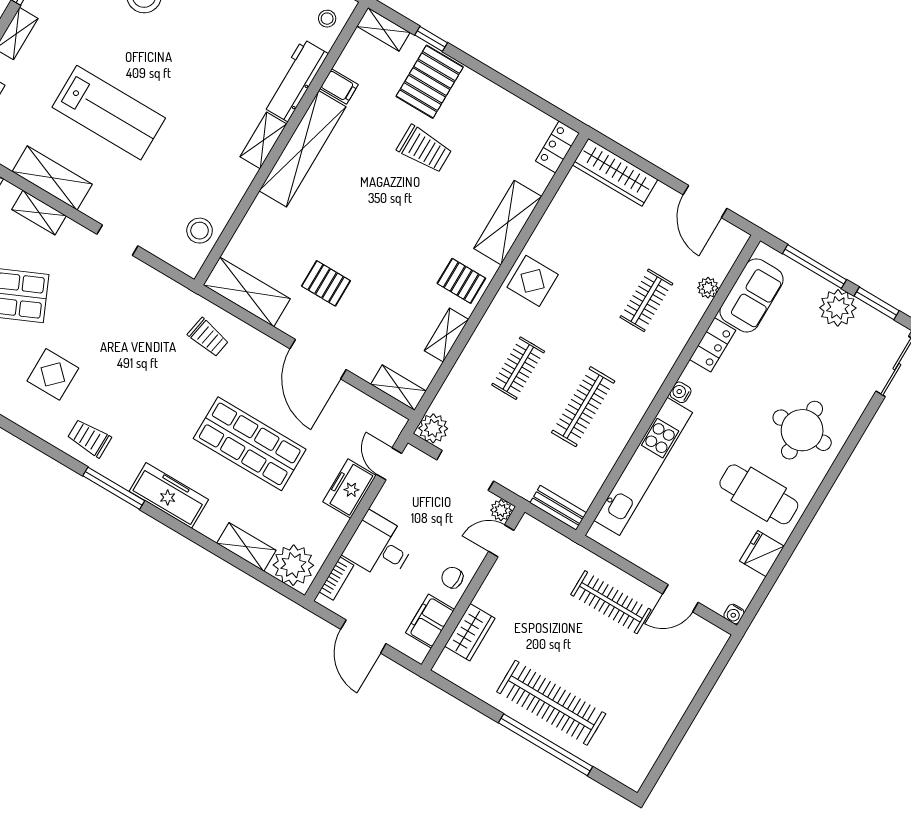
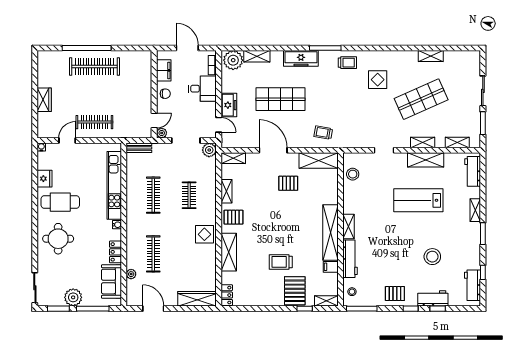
clothes rail: (646, 300) -> (153, 254), width x1.36
wardrobe: (470, 632) -> (44, 100), moved, turned 180

